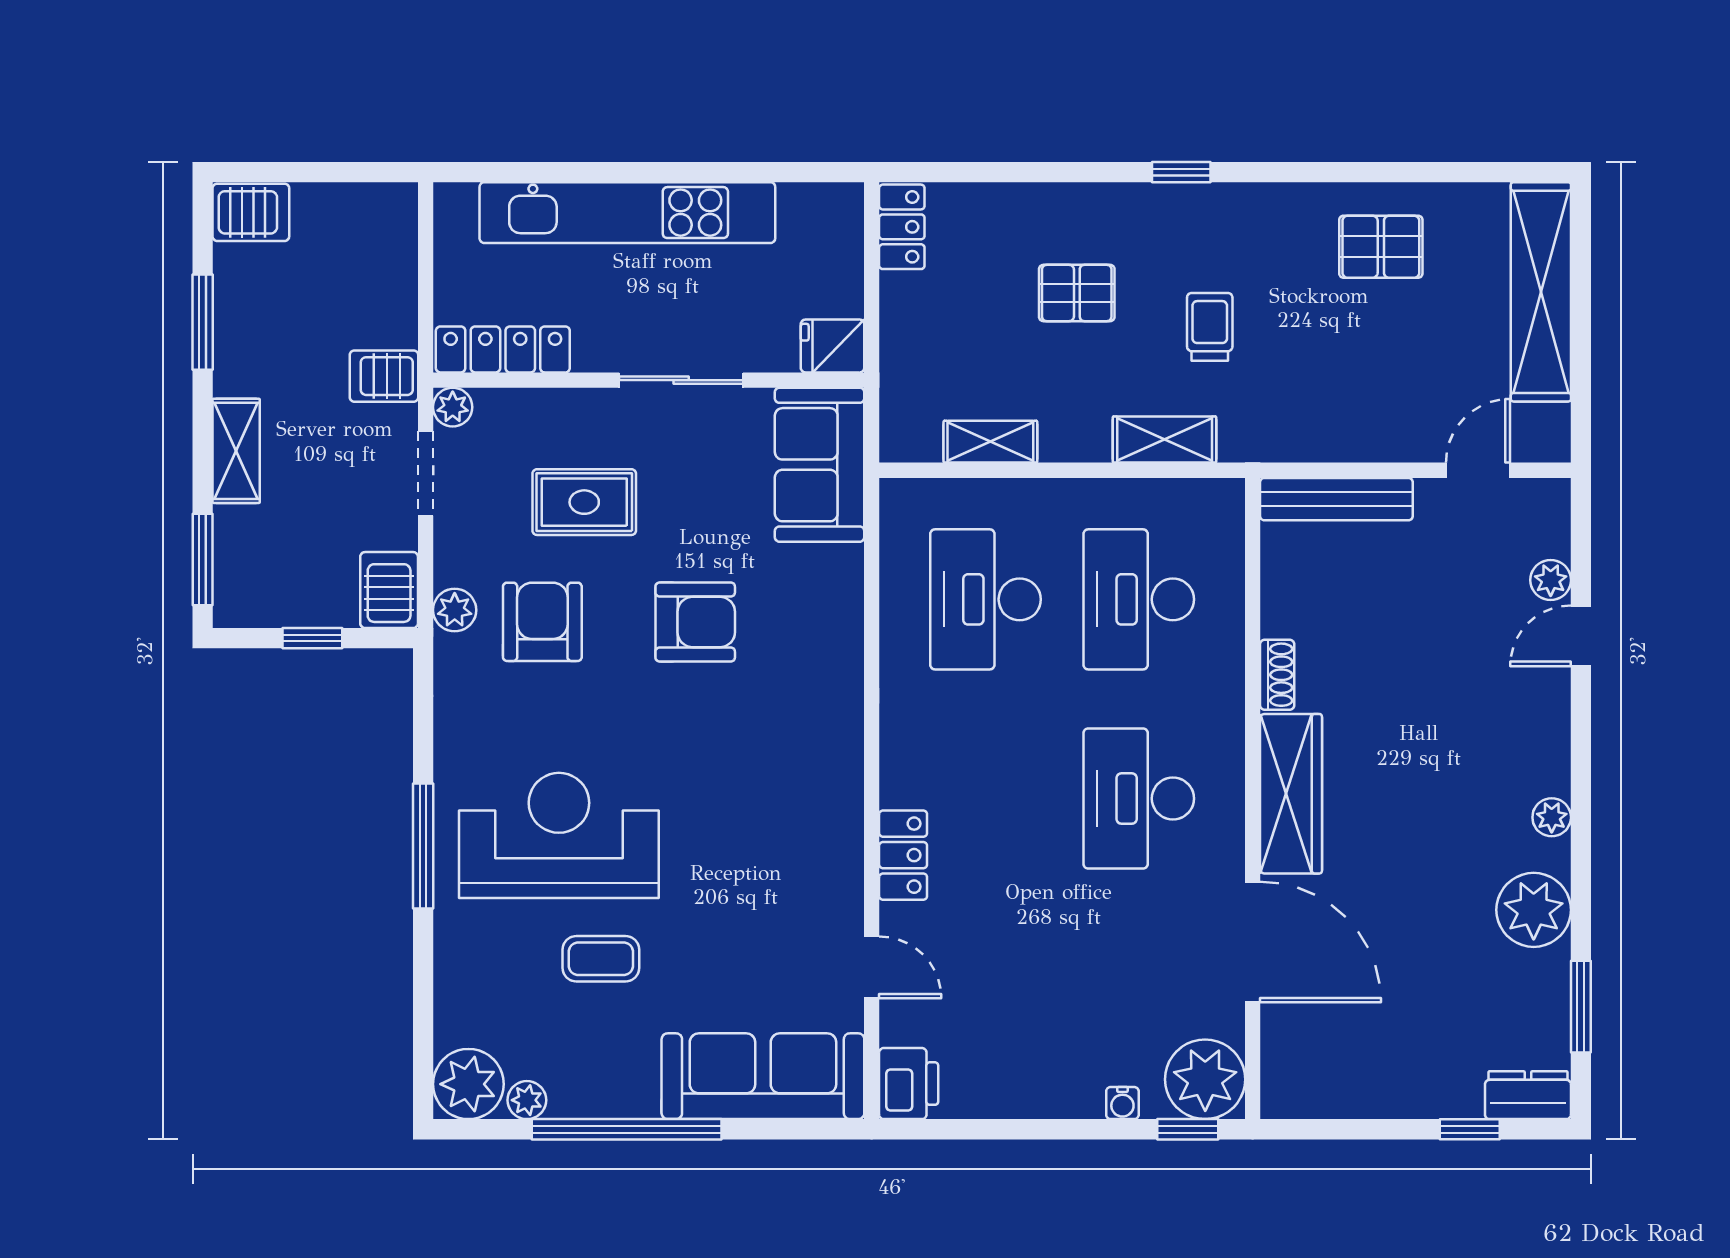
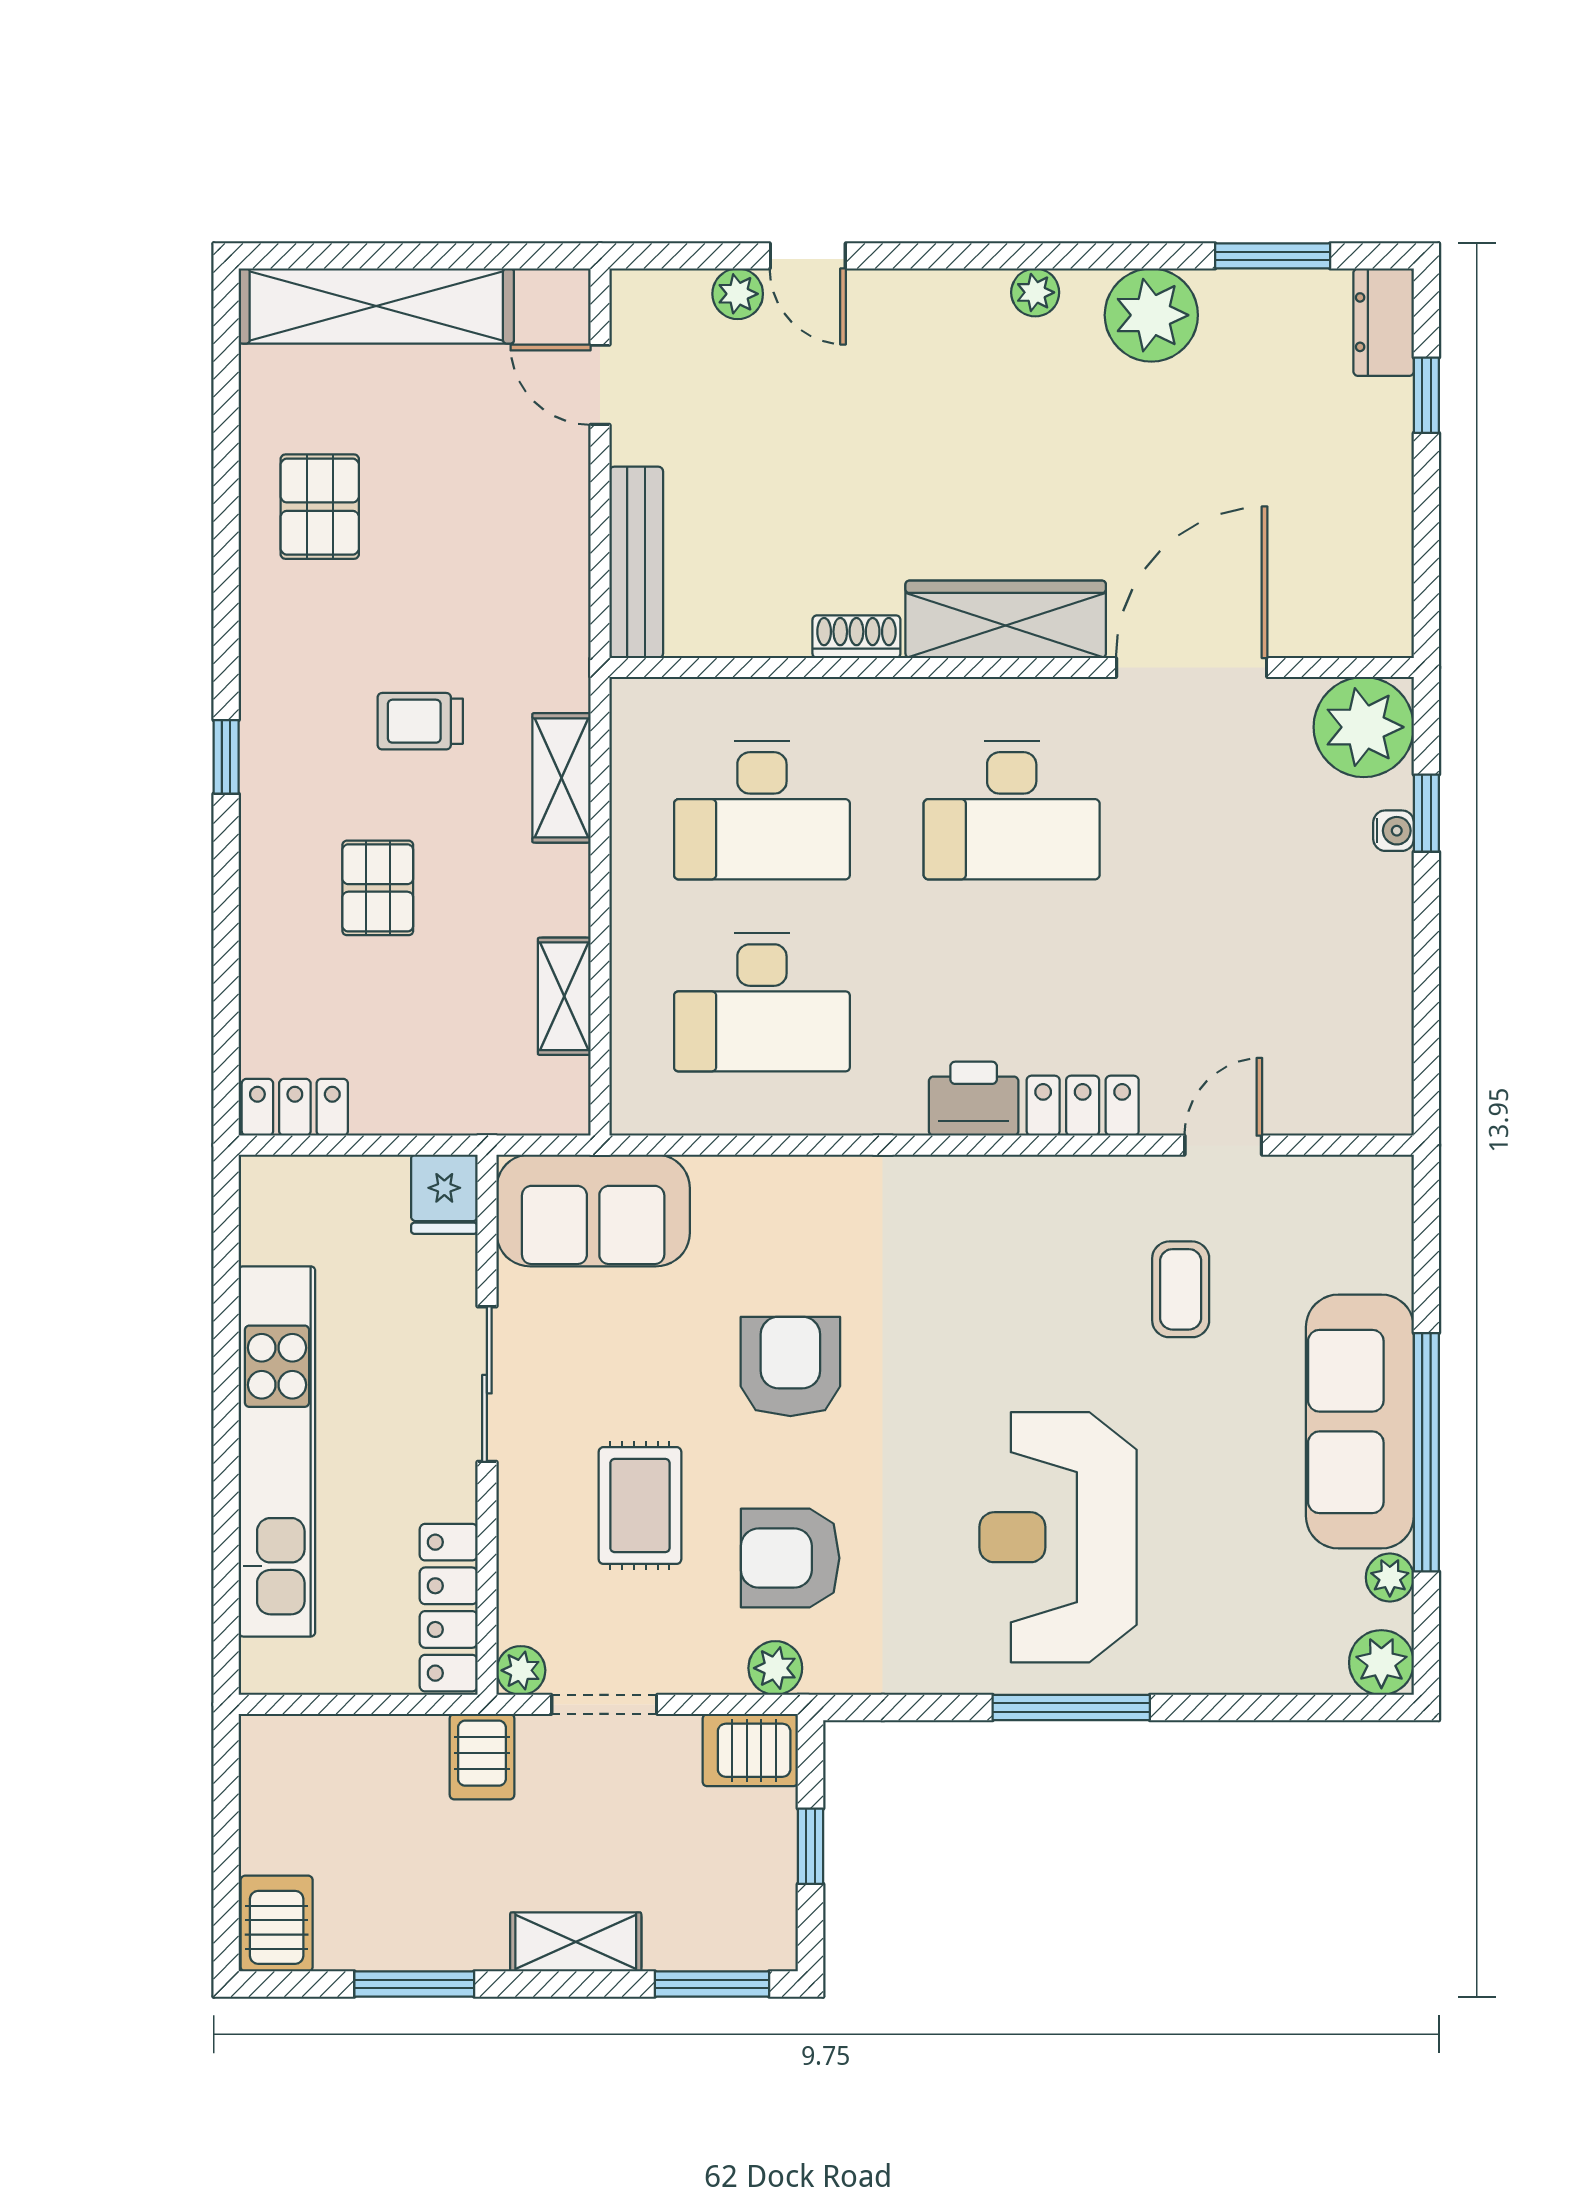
coffee table: (601, 959) -> (1181, 1289), moved
sofa: (763, 1076) -> (1360, 1422), moved
plant: (468, 1084) -> (1381, 1663), width x0.73, depth x0.73
printer: (909, 1084) -> (974, 1099), moved
window: (1188, 1129) -> (1426, 813), moved

